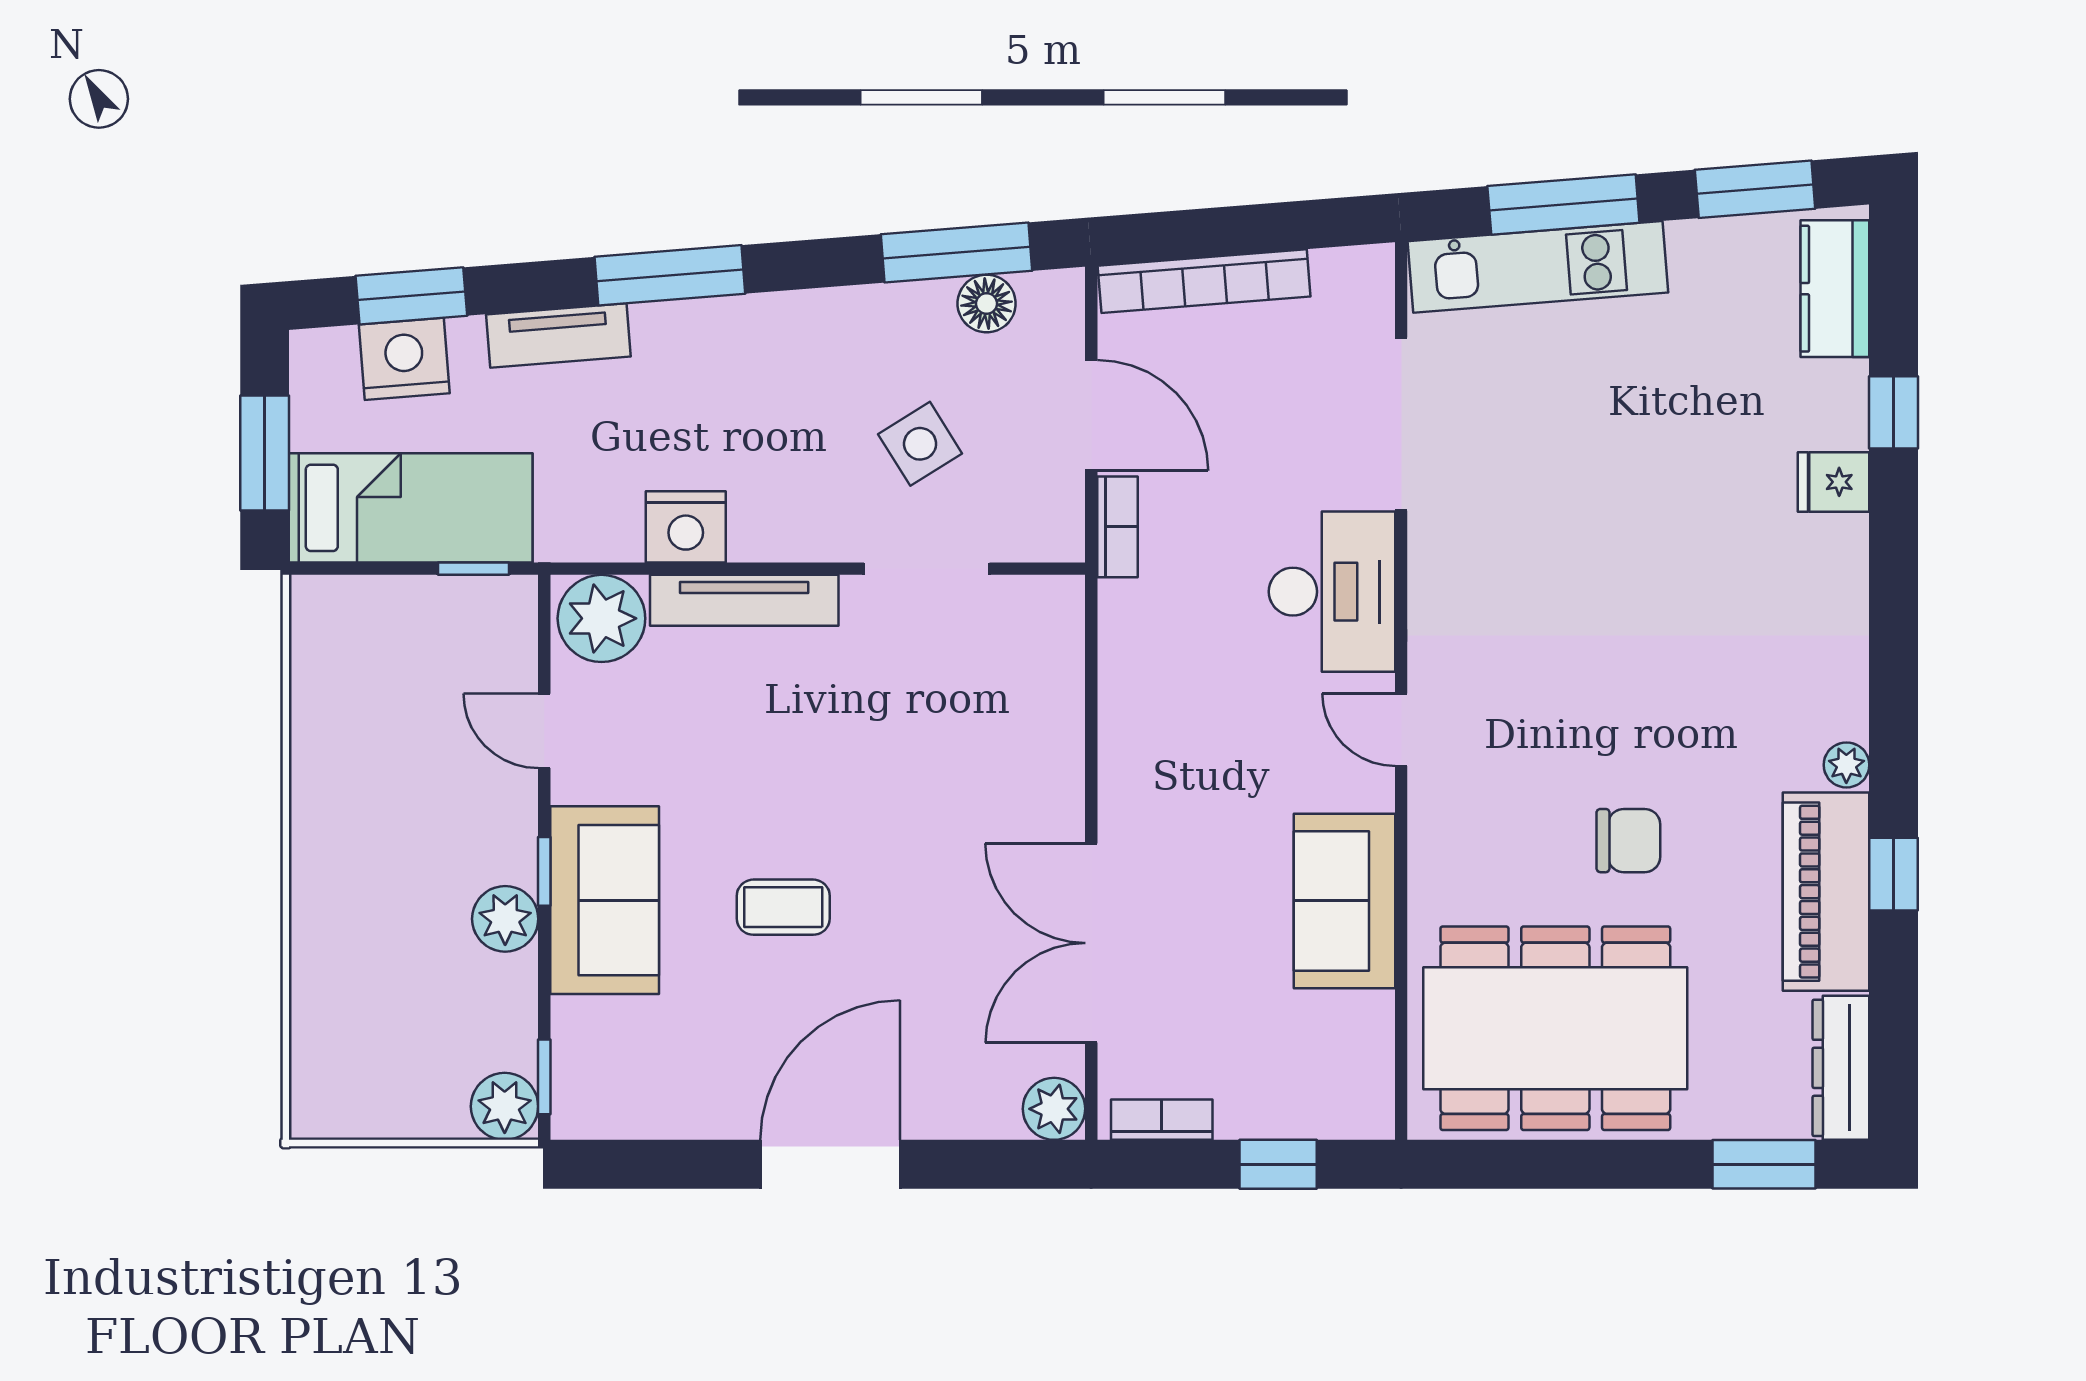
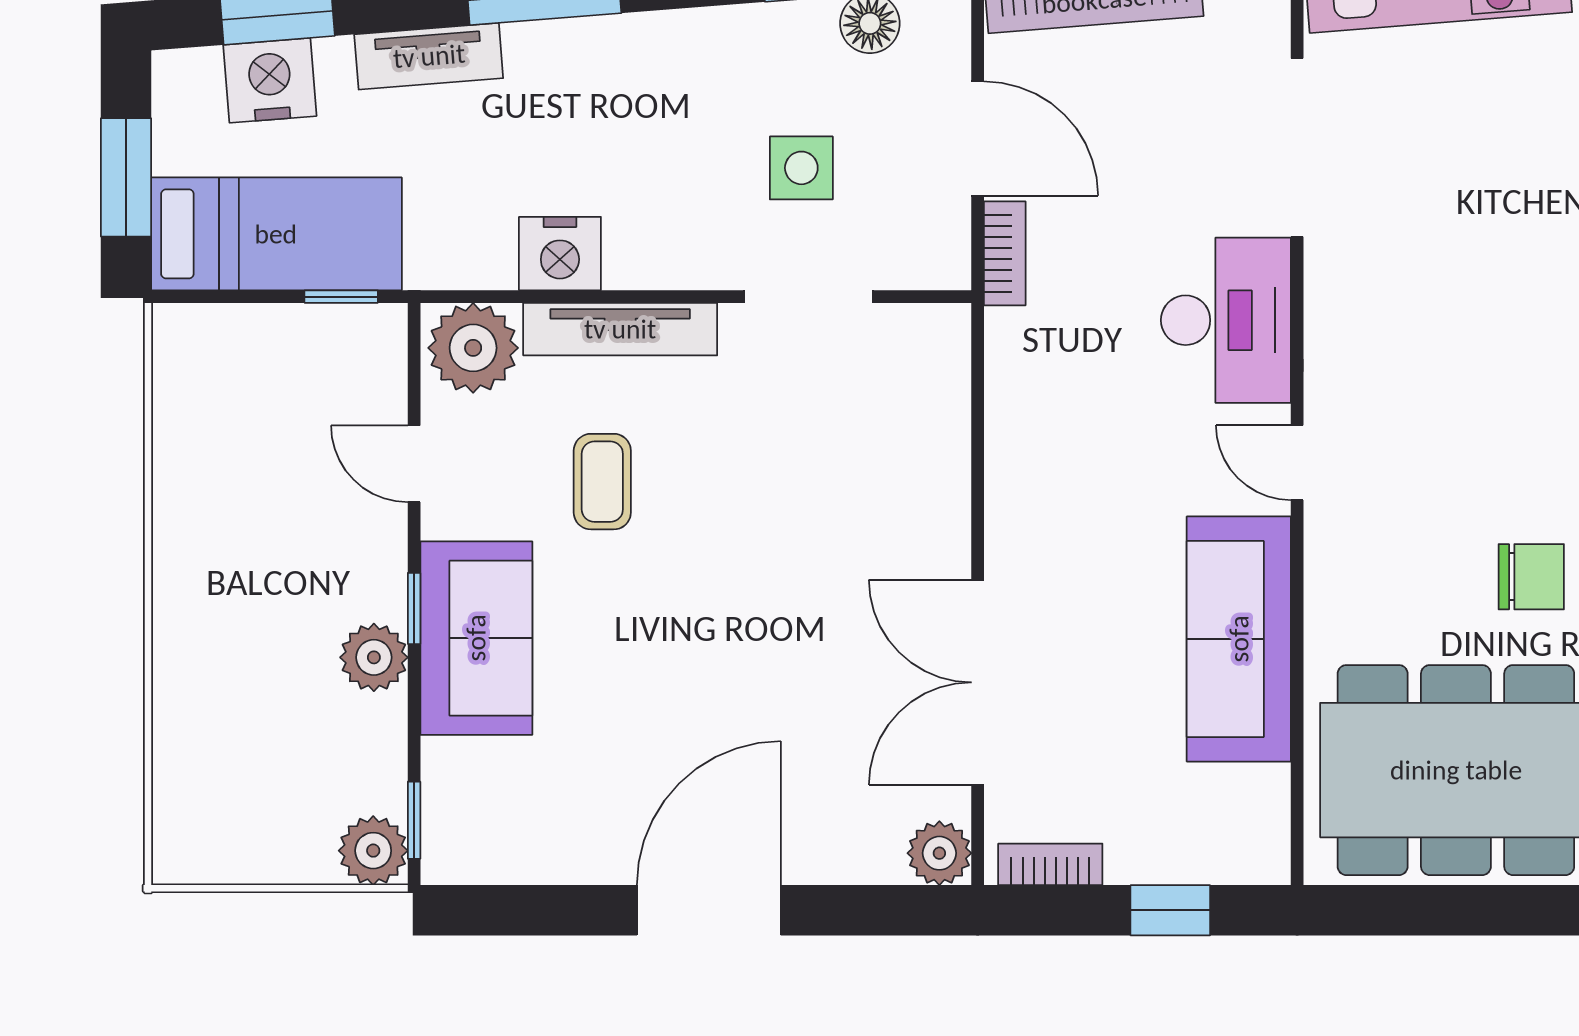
side table: (920, 444) -> (801, 168), turned 32
sofa: (1345, 901) -> (1239, 639), width x1.36
coffee table: (783, 907) -> (602, 482), moved, turned 90

